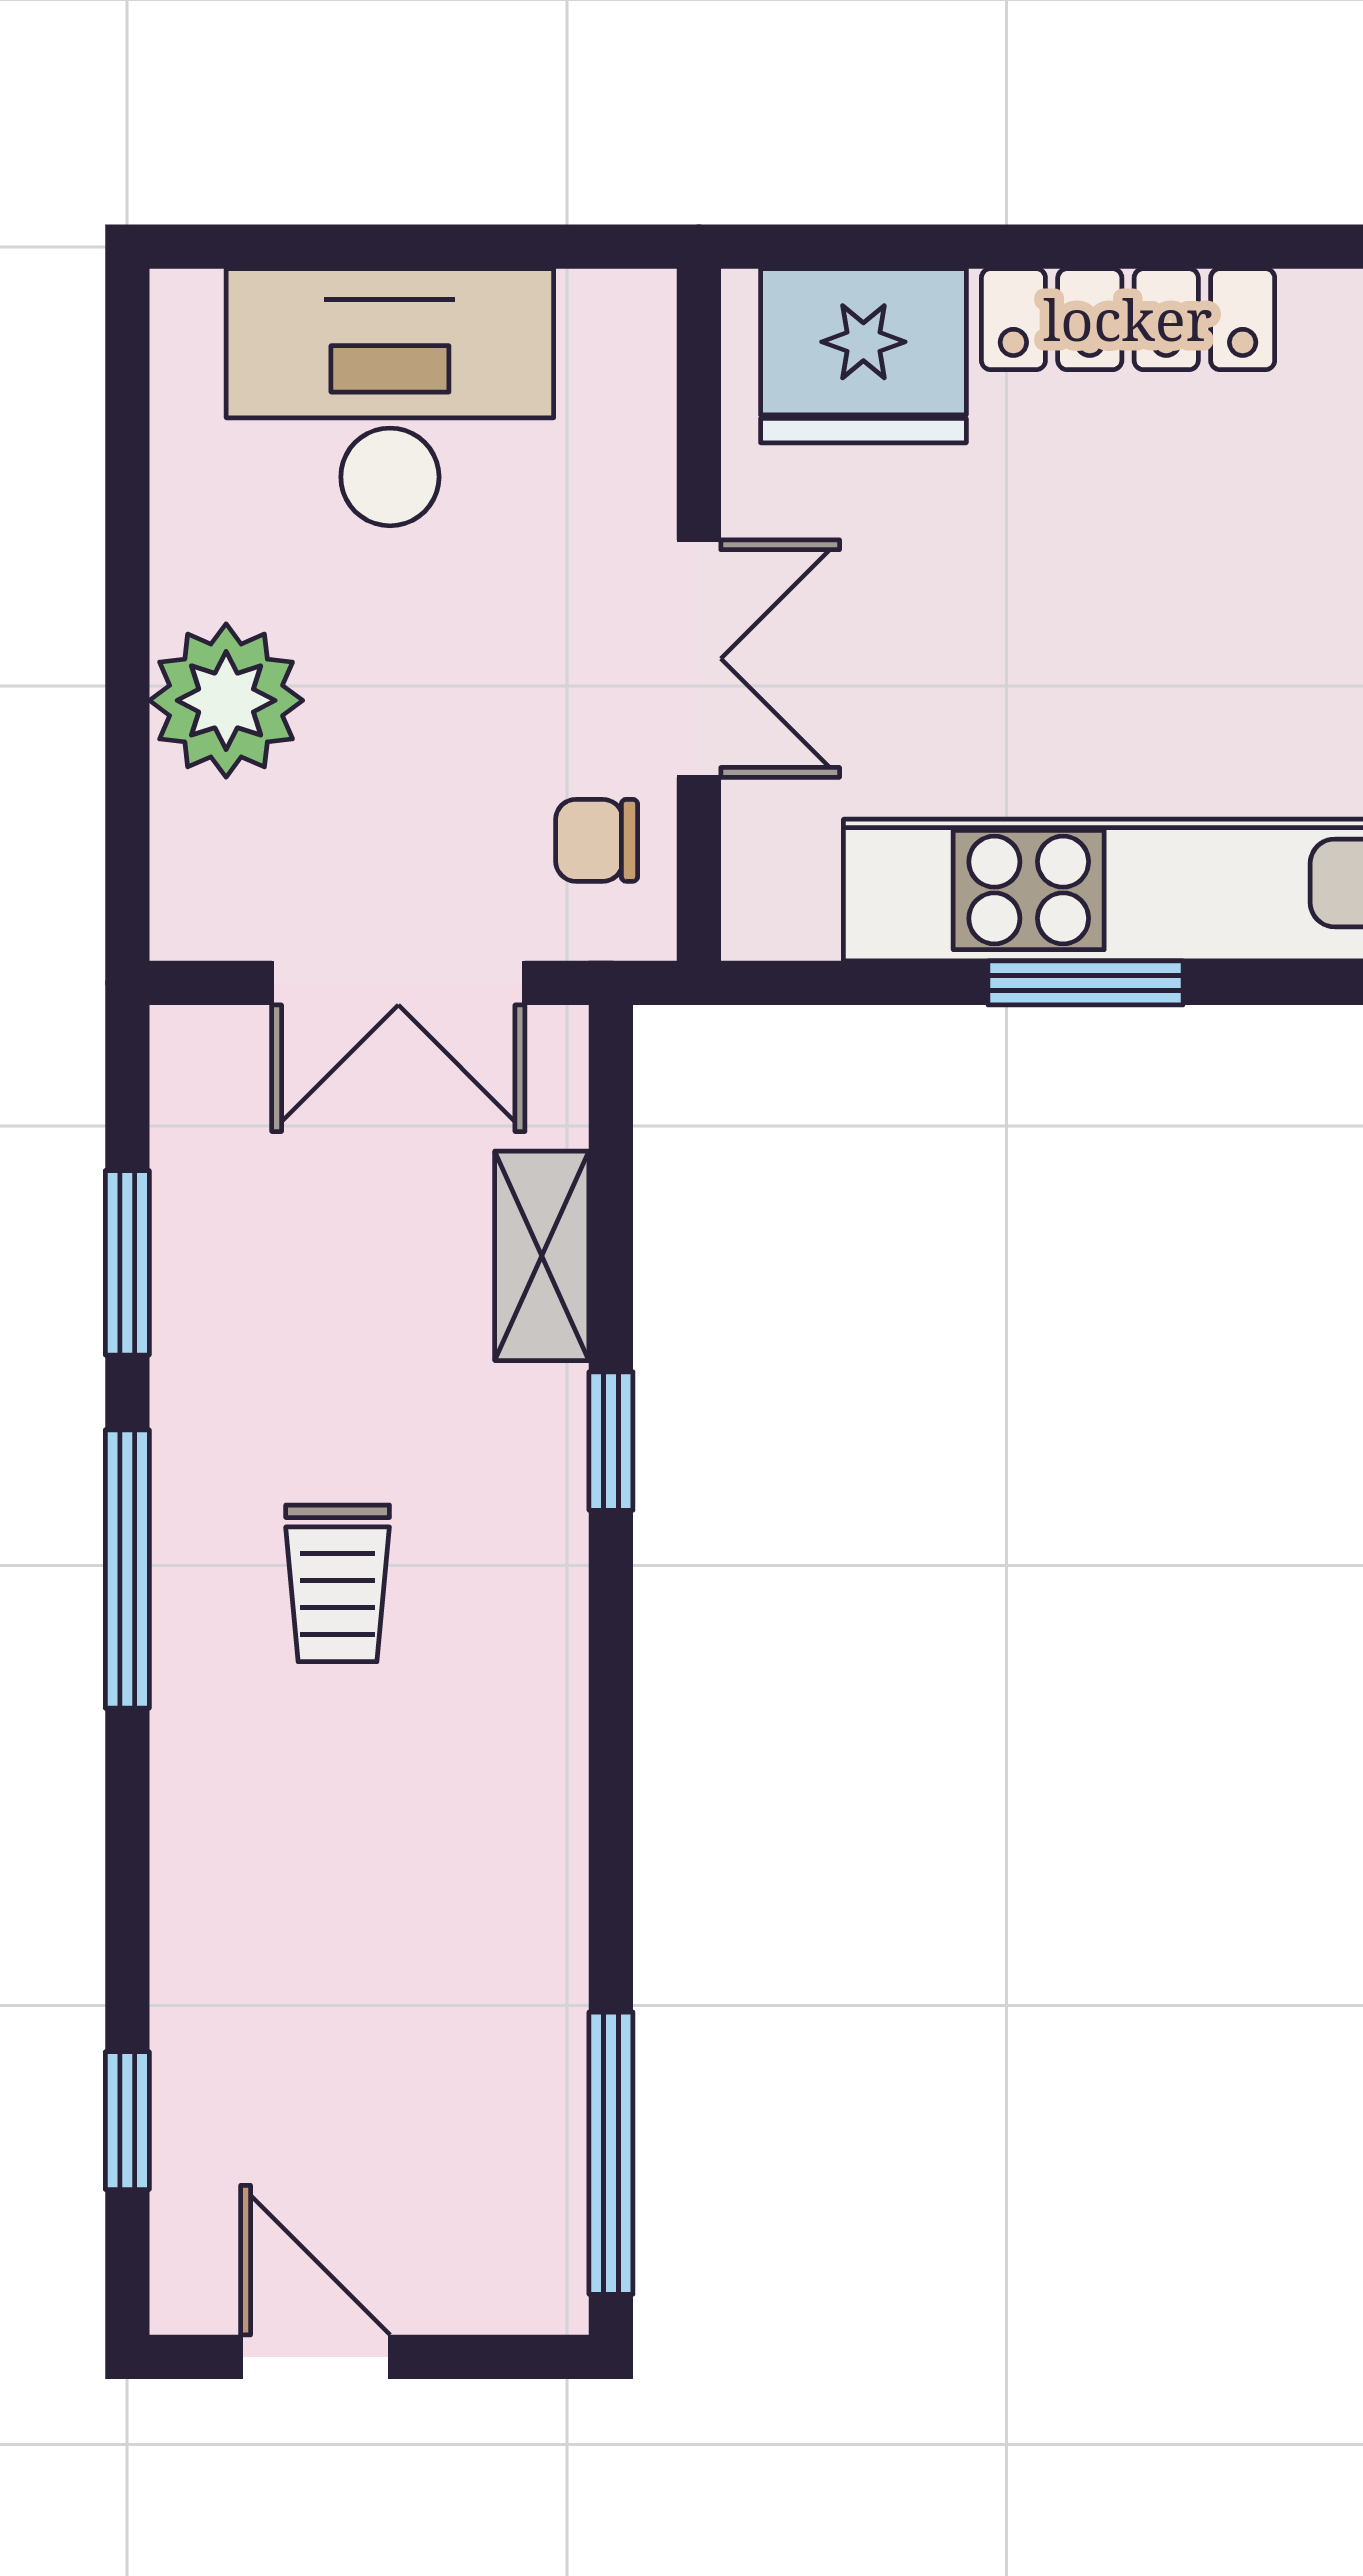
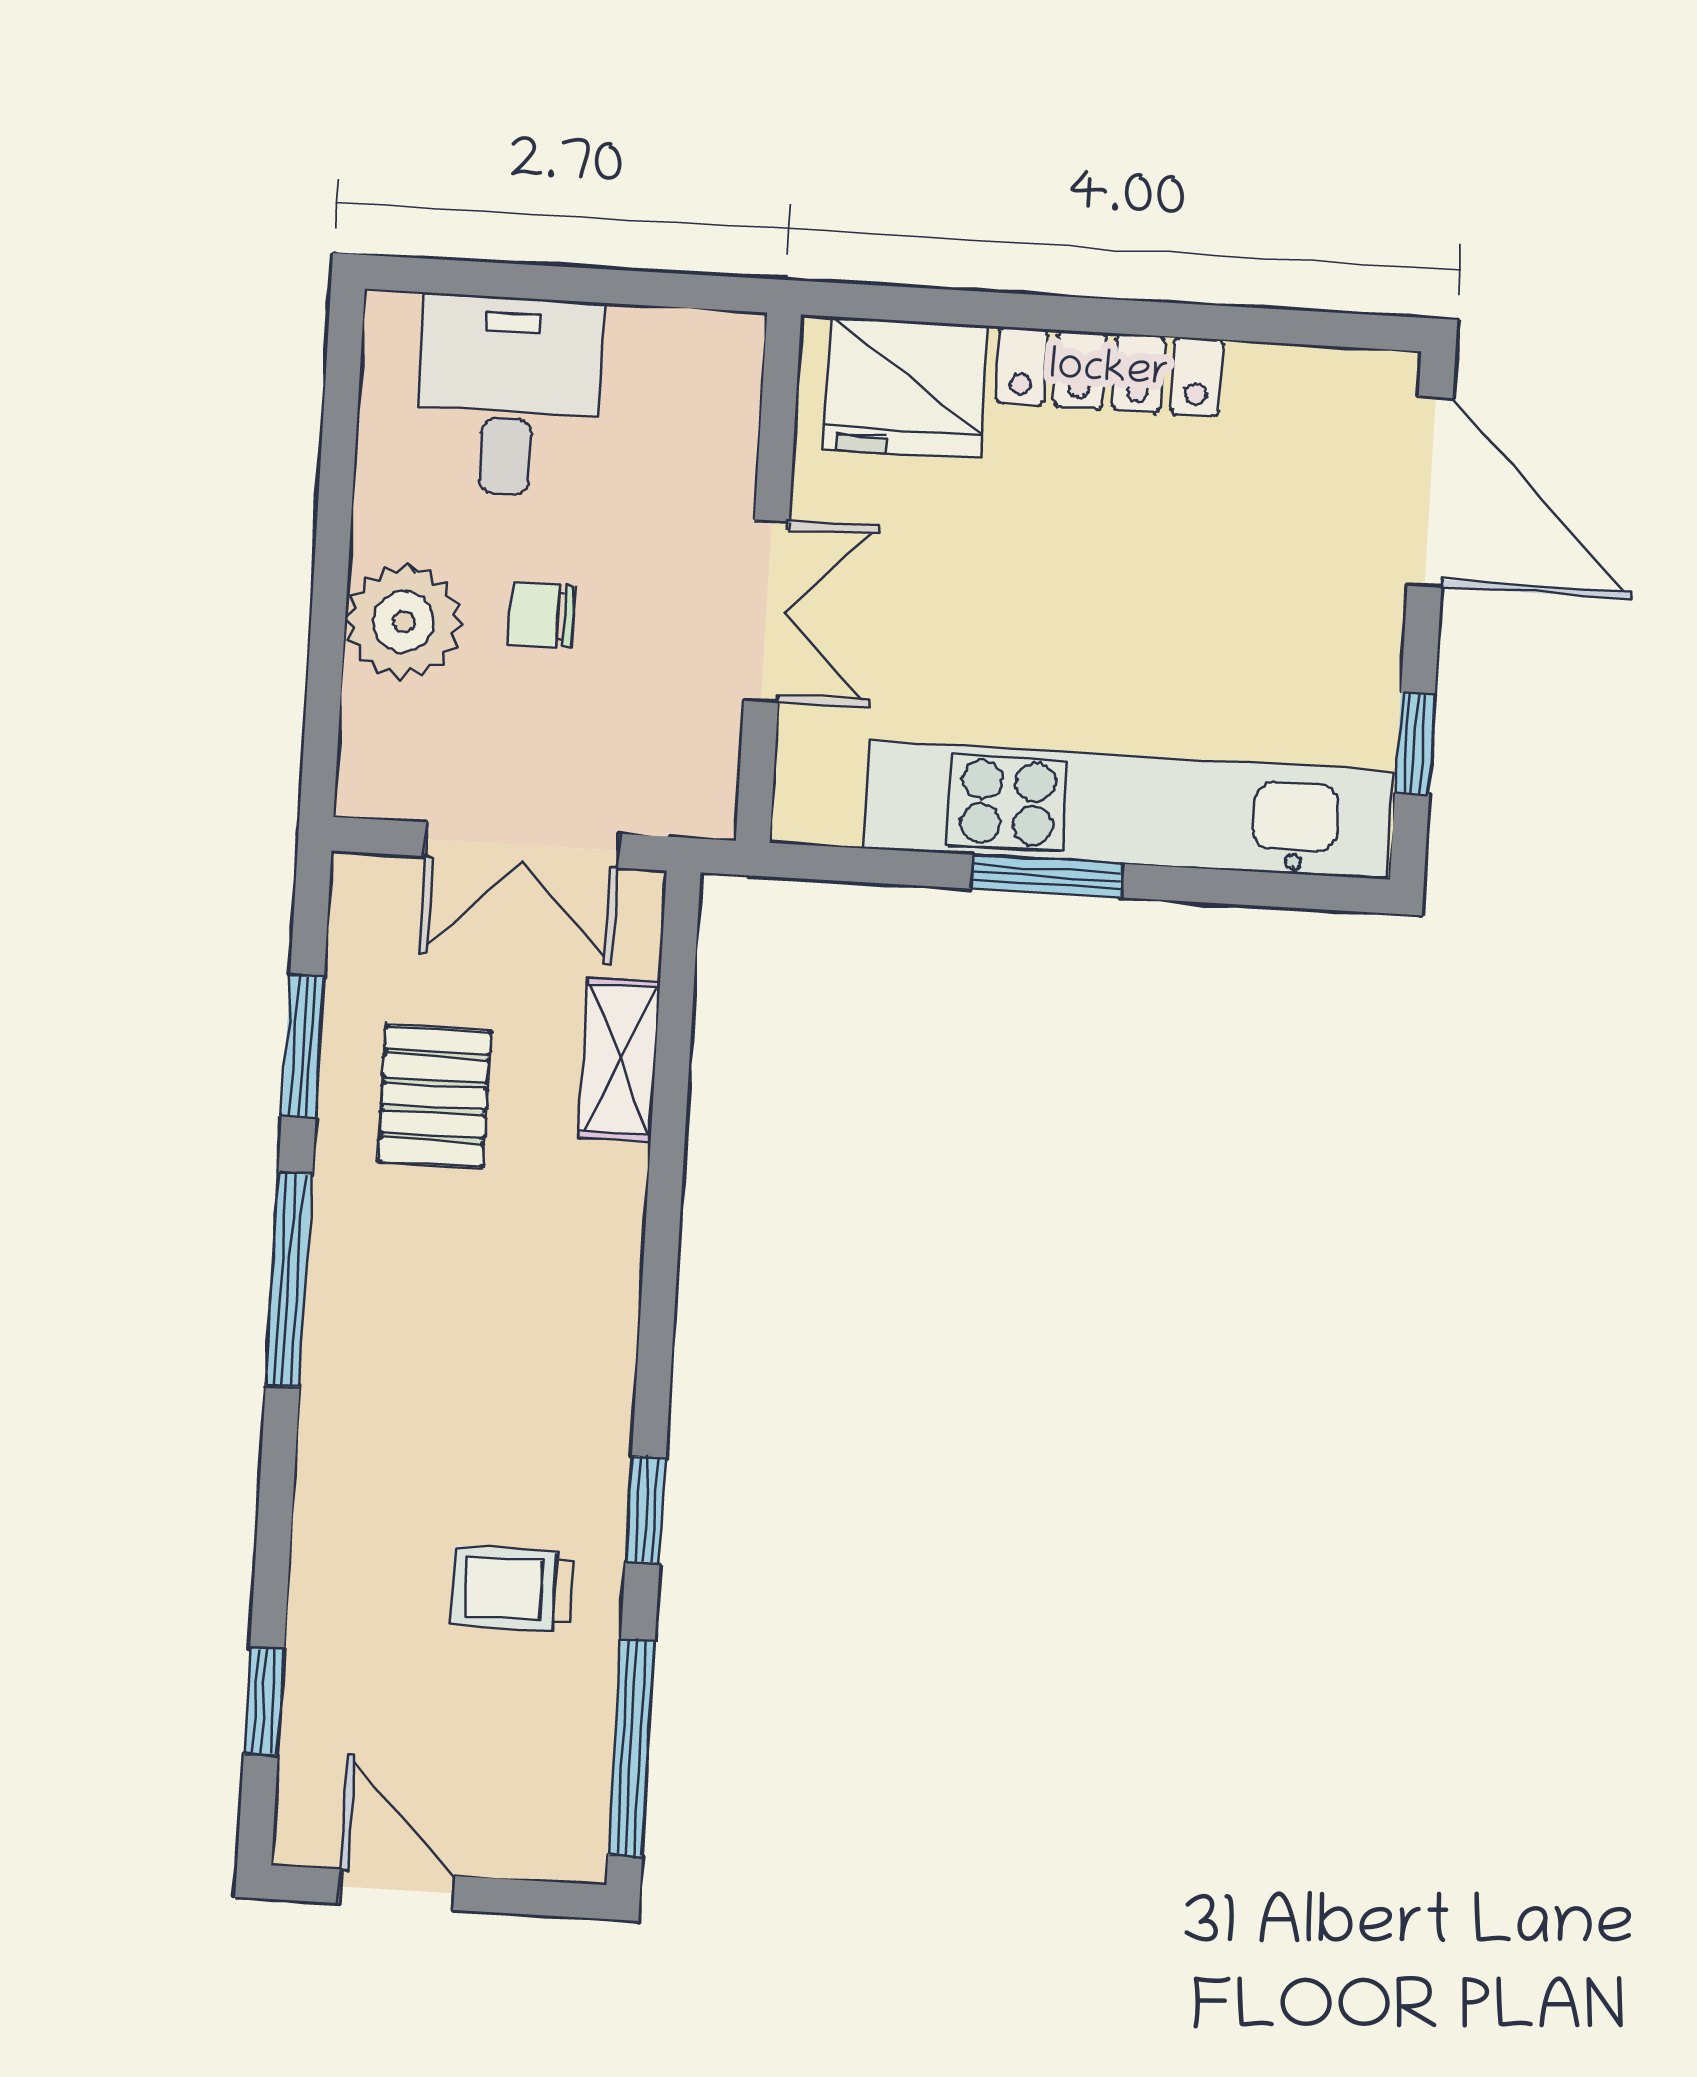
desk: (390, 397) -> (509, 396), width x0.73
chair: (597, 840) -> (542, 615), moved
pallet: (303, 1318) -> (434, 1096), added
window: (611, 1441) -> (646, 1510), moved
trolley: (338, 1583) -> (512, 1588), moved, turned 90

